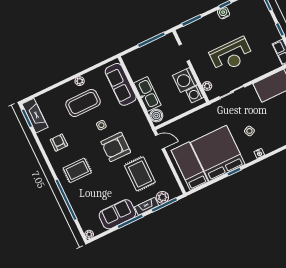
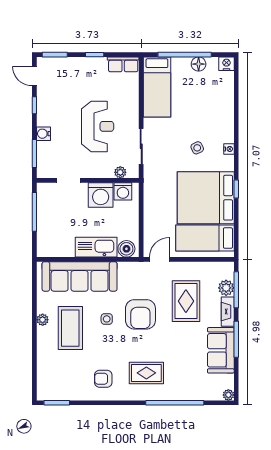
water cooler: (224, 13) -> (43, 134), moved
sofa: (121, 84) -> (80, 276), width x1.36, depth x1.27
fireplace: (35, 116) -> (58, 392), removed
rug: (77, 170) -> (146, 373), turned 90
rug: (140, 174) -> (186, 301), turned 90

